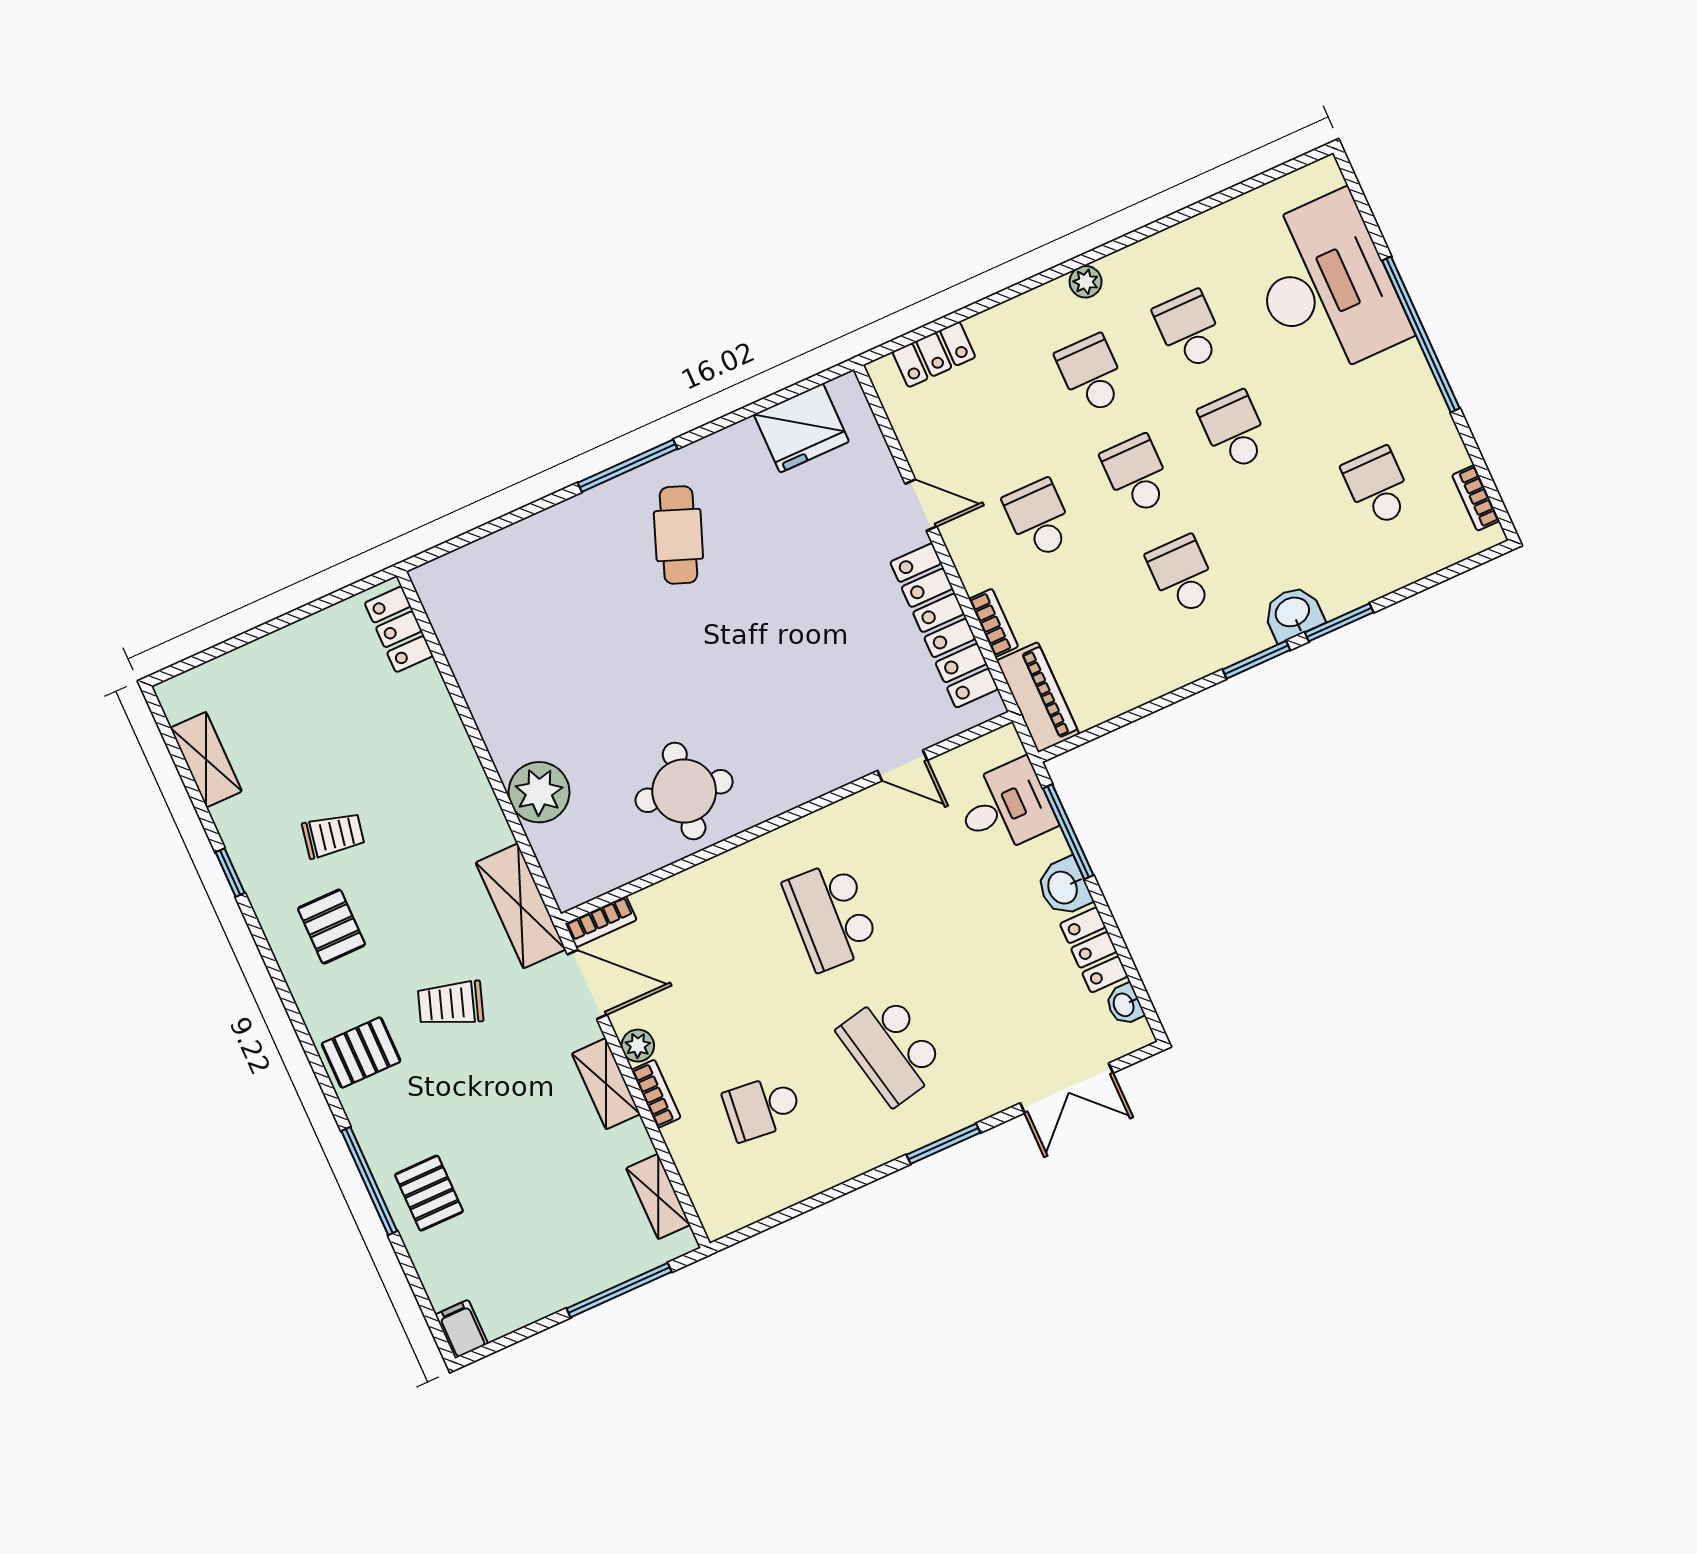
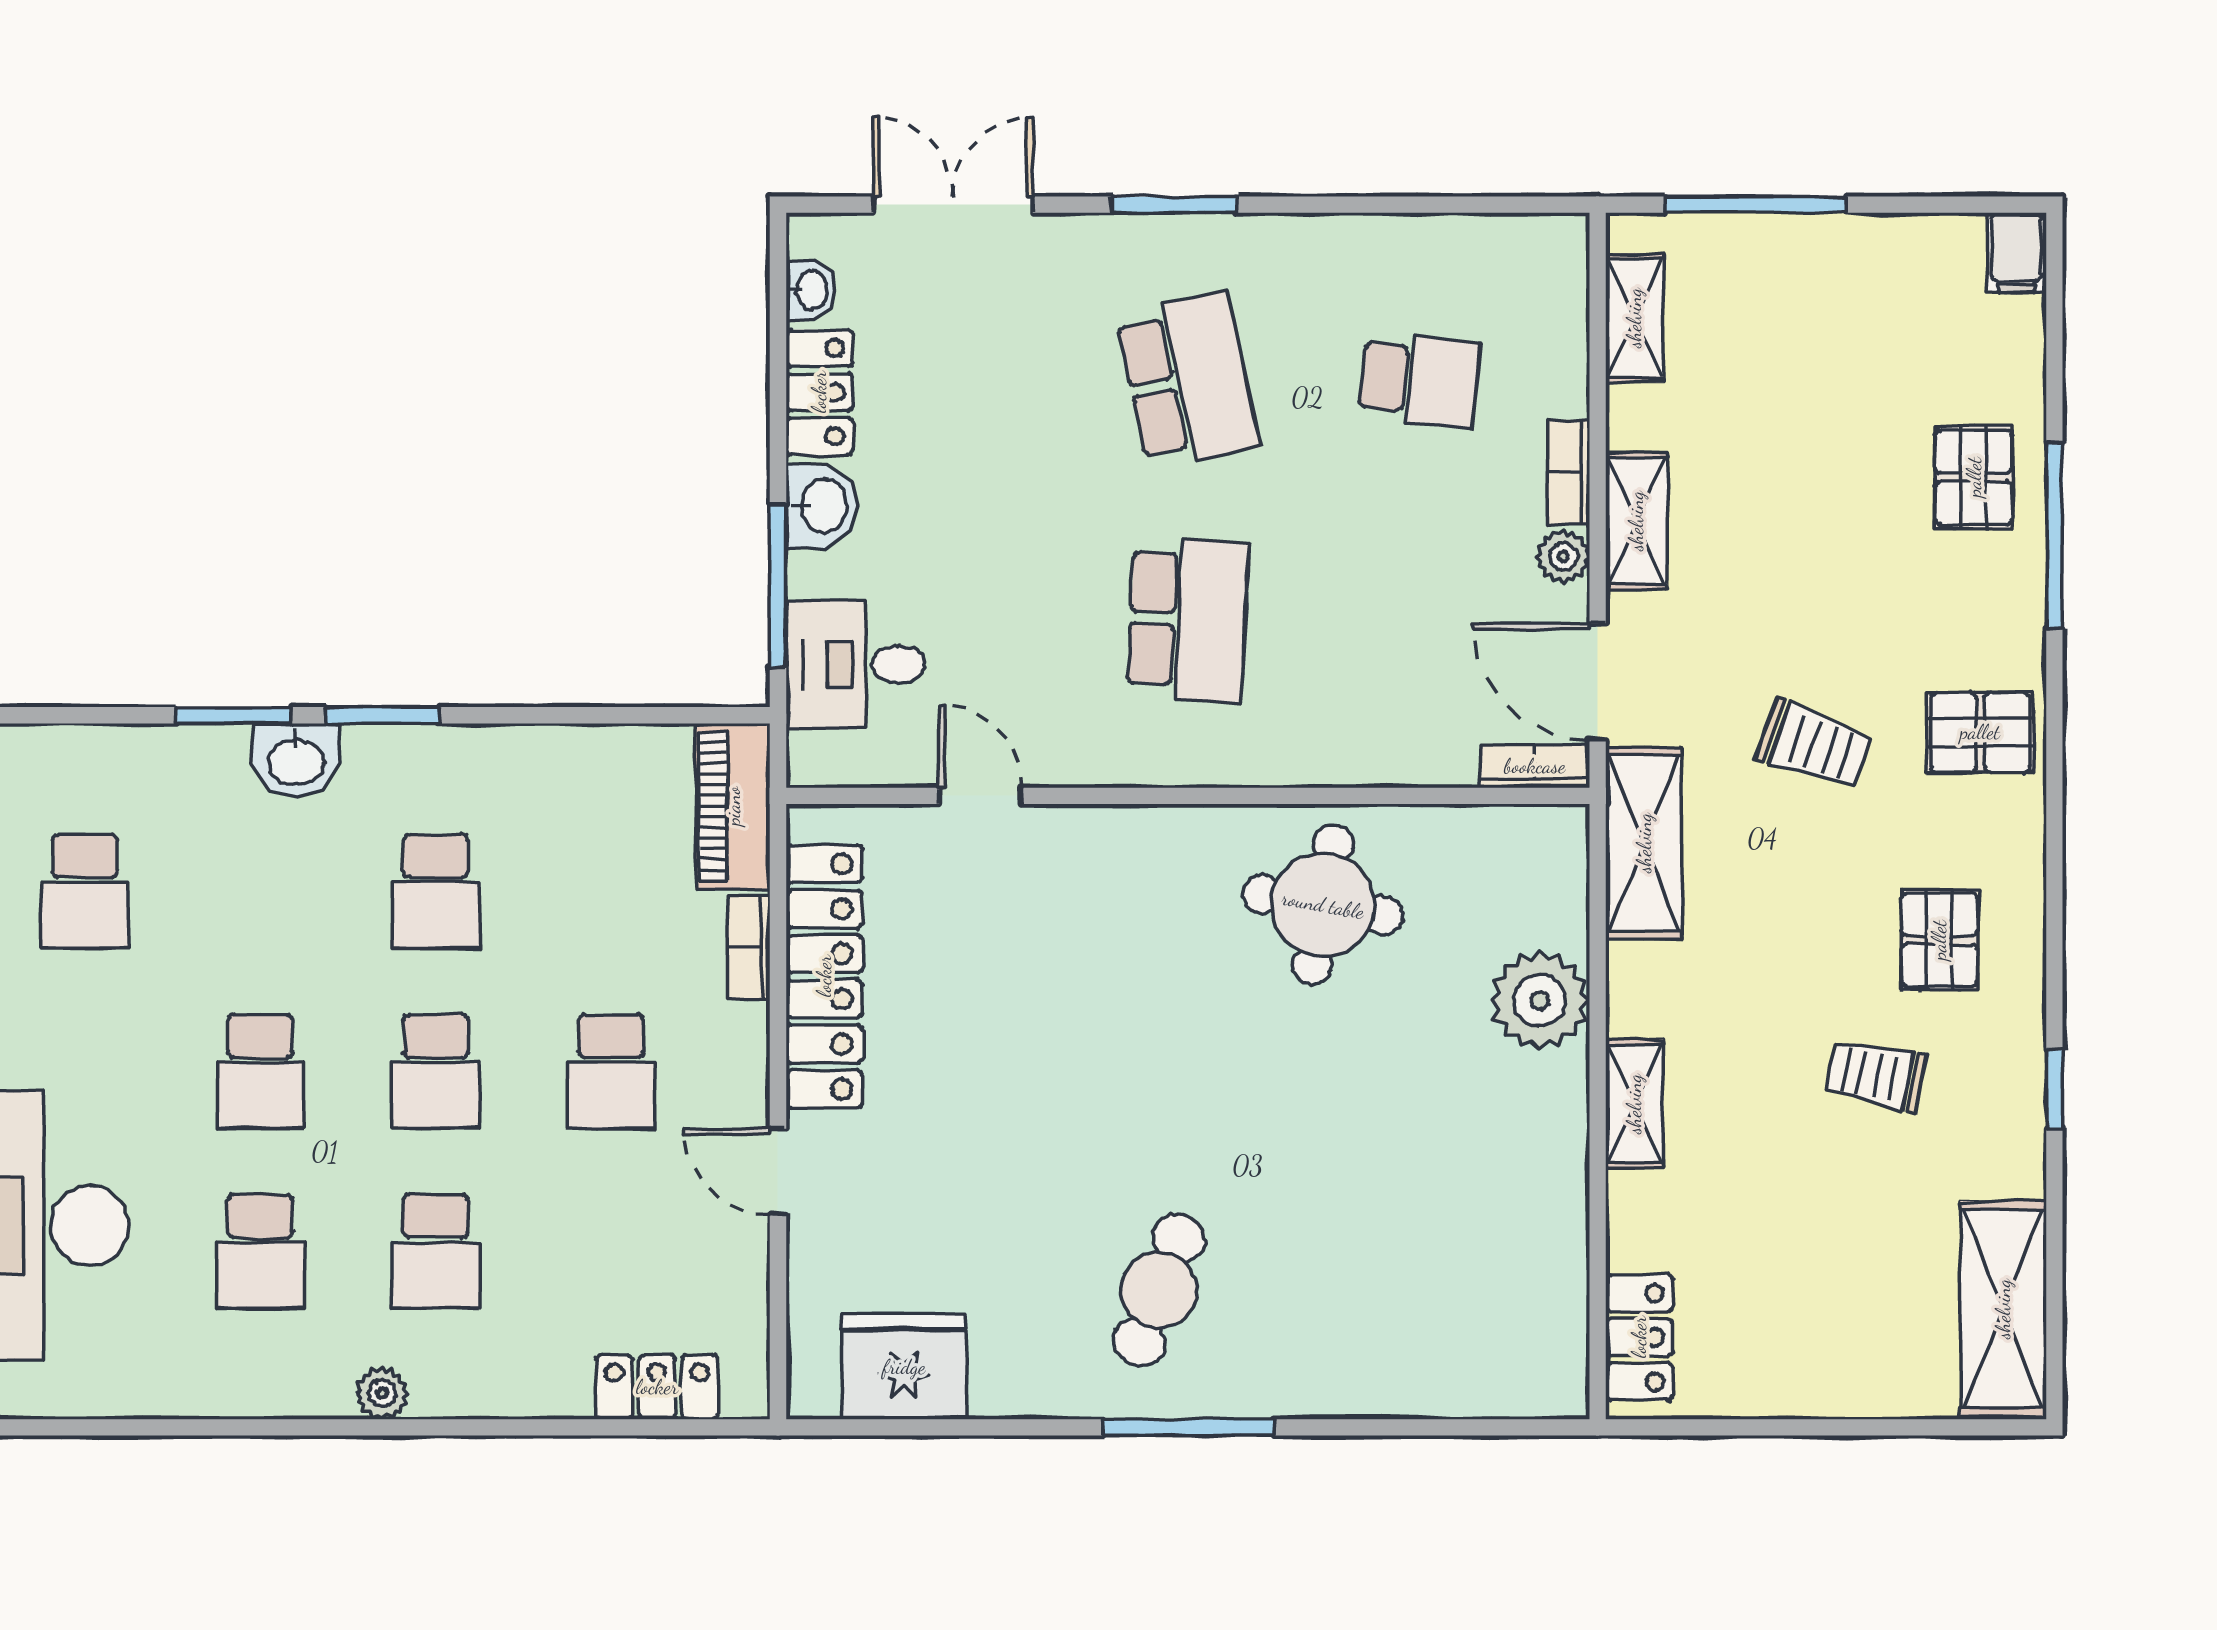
shelving: (460, 758) -> (1634, 1104), added
shelving: (206, 760) -> (2003, 1309), width x1.50, depth x1.33

